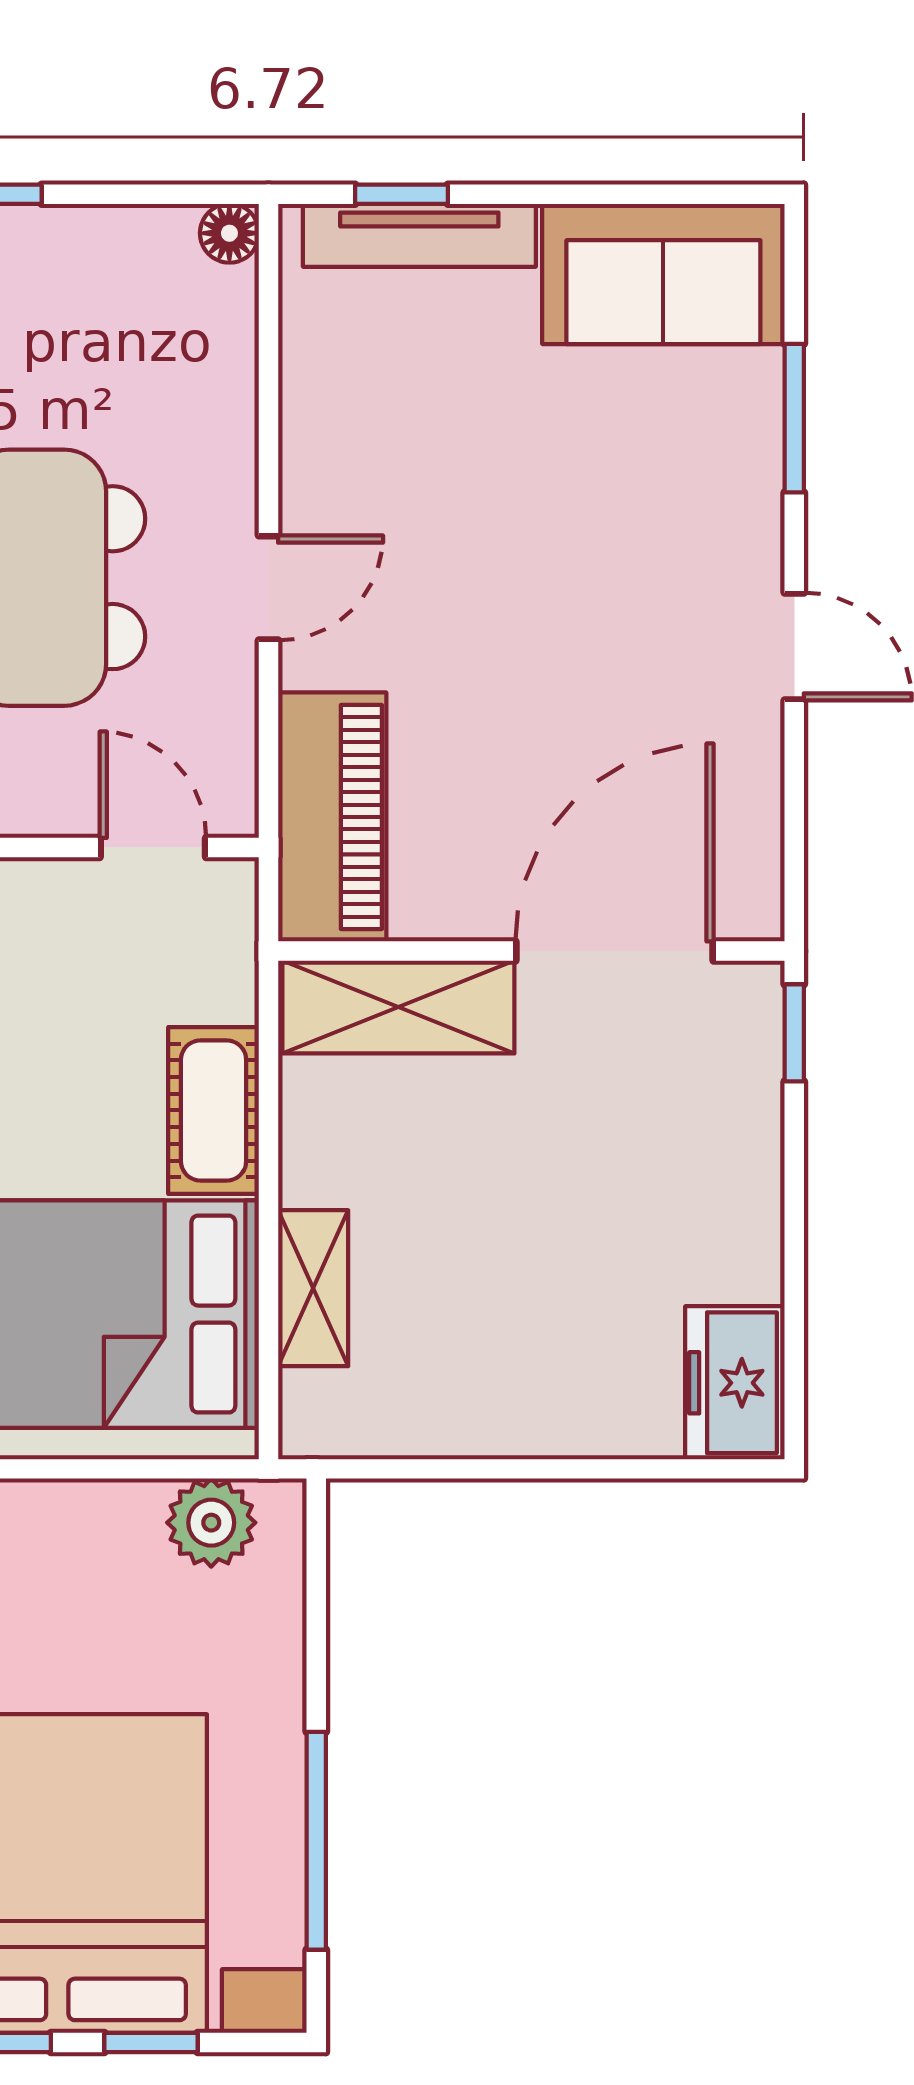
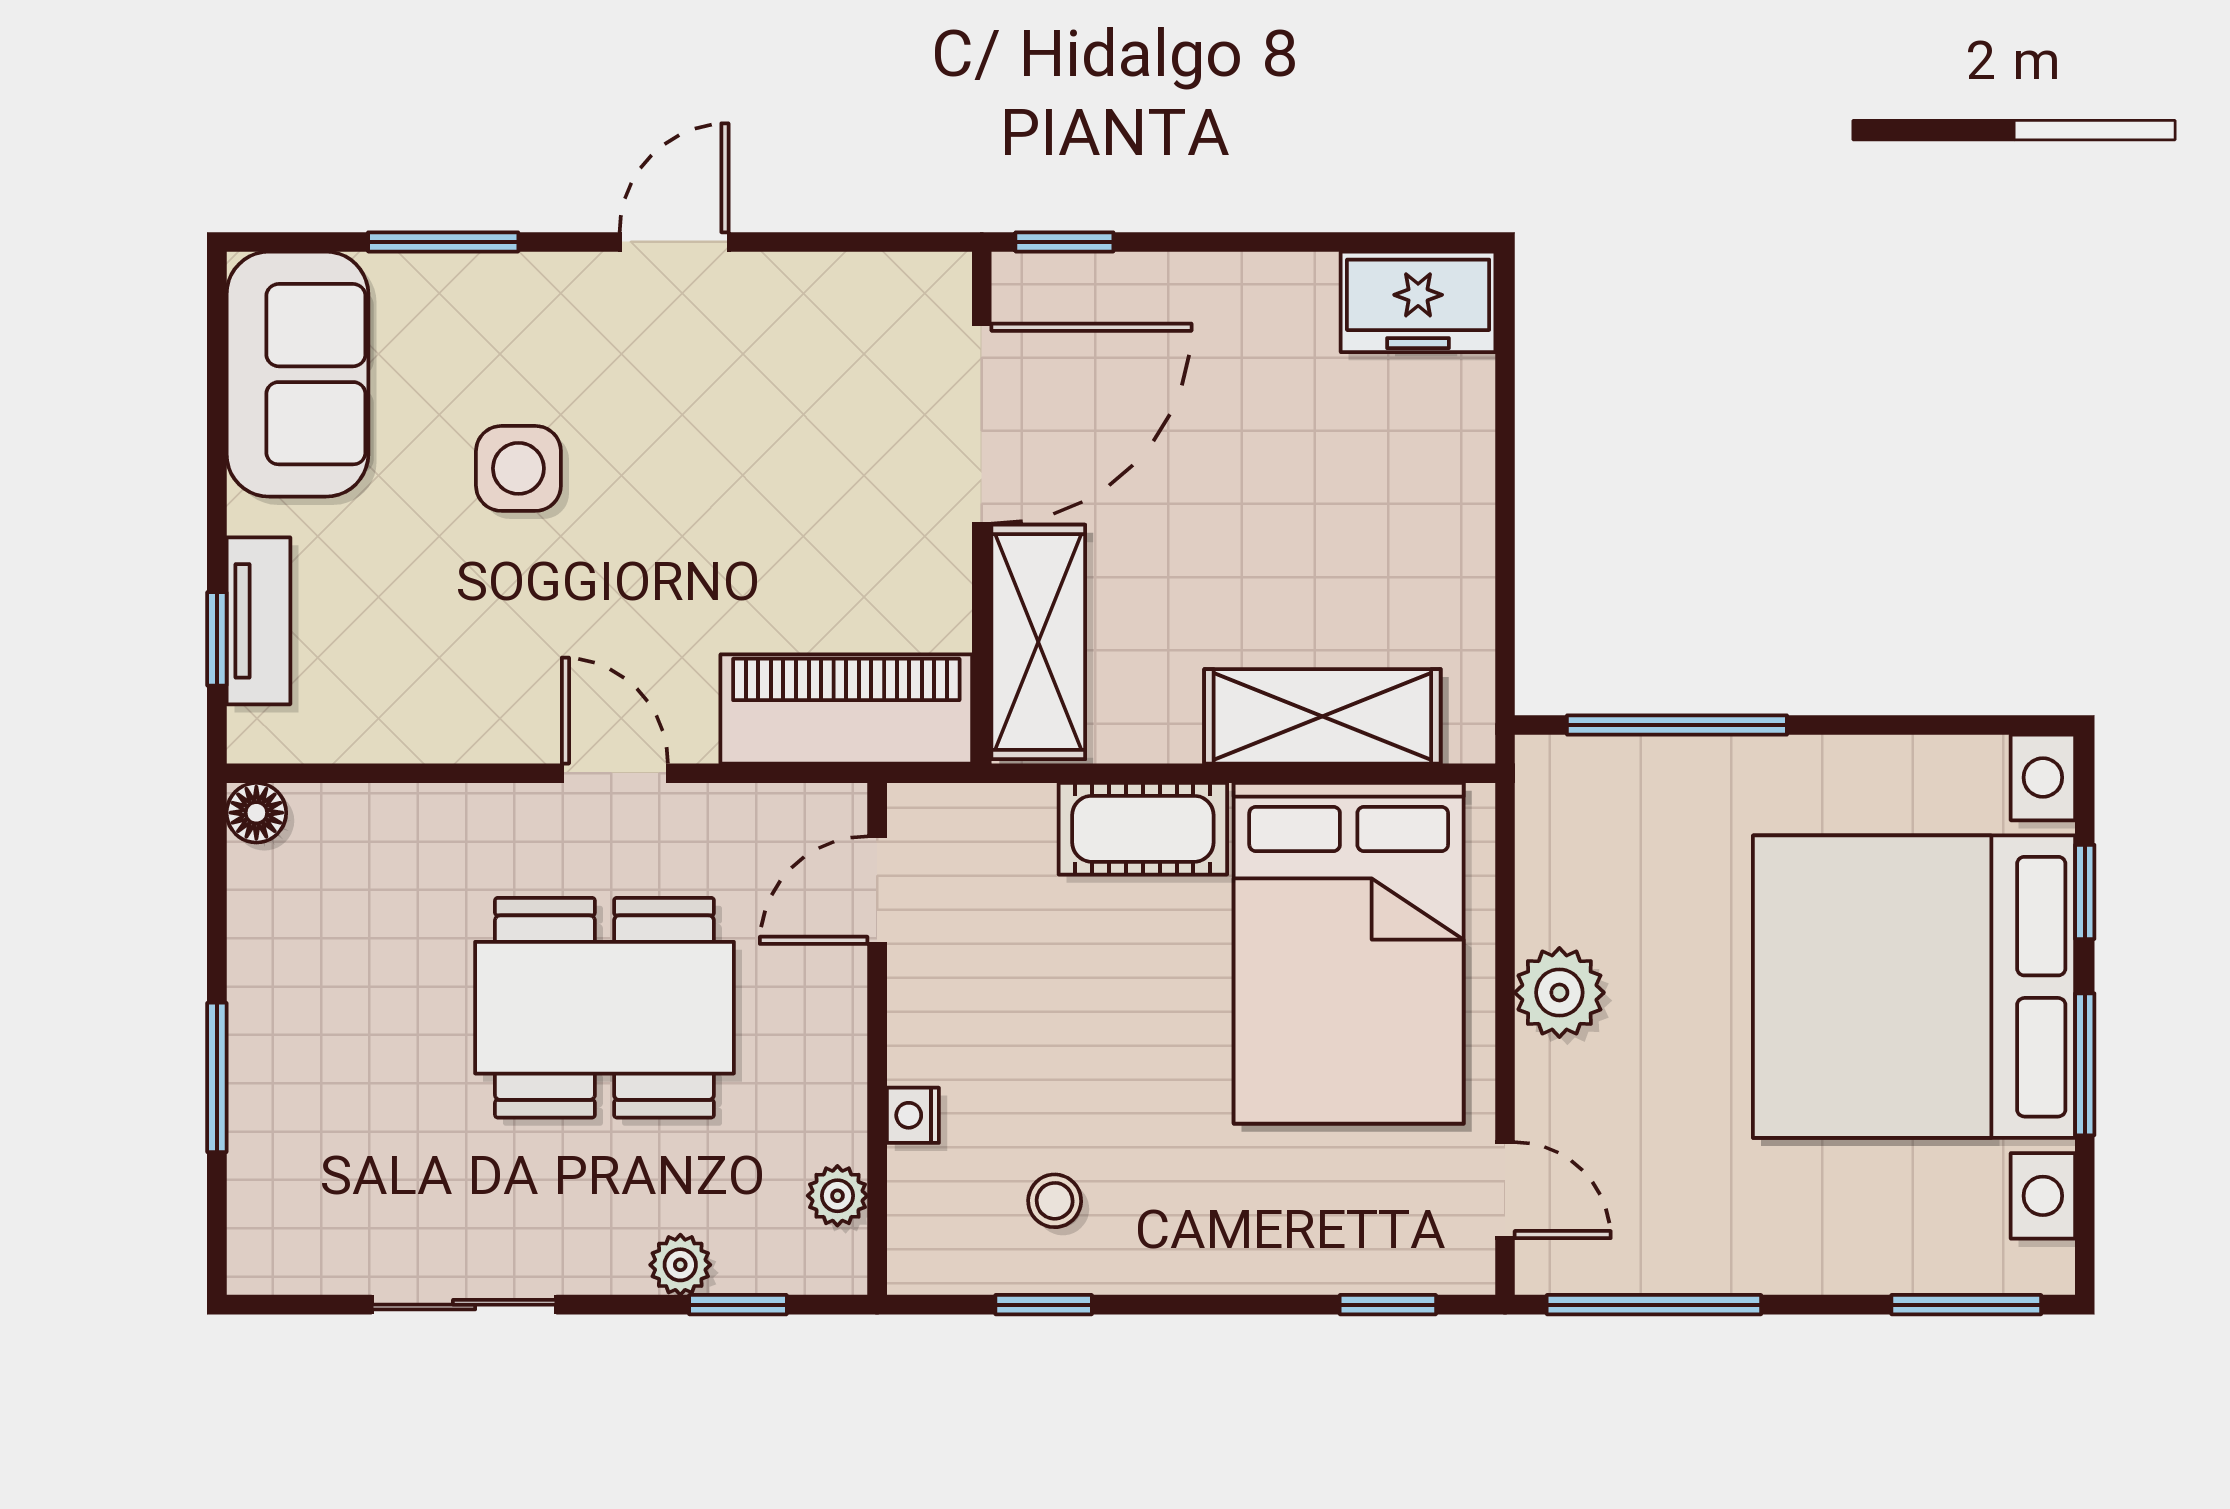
tv unit: (419, 235) -> (258, 621), width x0.71
side table: (570, 493) -> (518, 468), added
door: (615, 951) -> (982, 424), swing flipped
shelving: (313, 1288) -> (1322, 716), width x1.50, depth x1.33
plant: (211, 1523) -> (1559, 993), moved
window: (316, 1841) -> (1677, 725), moved

